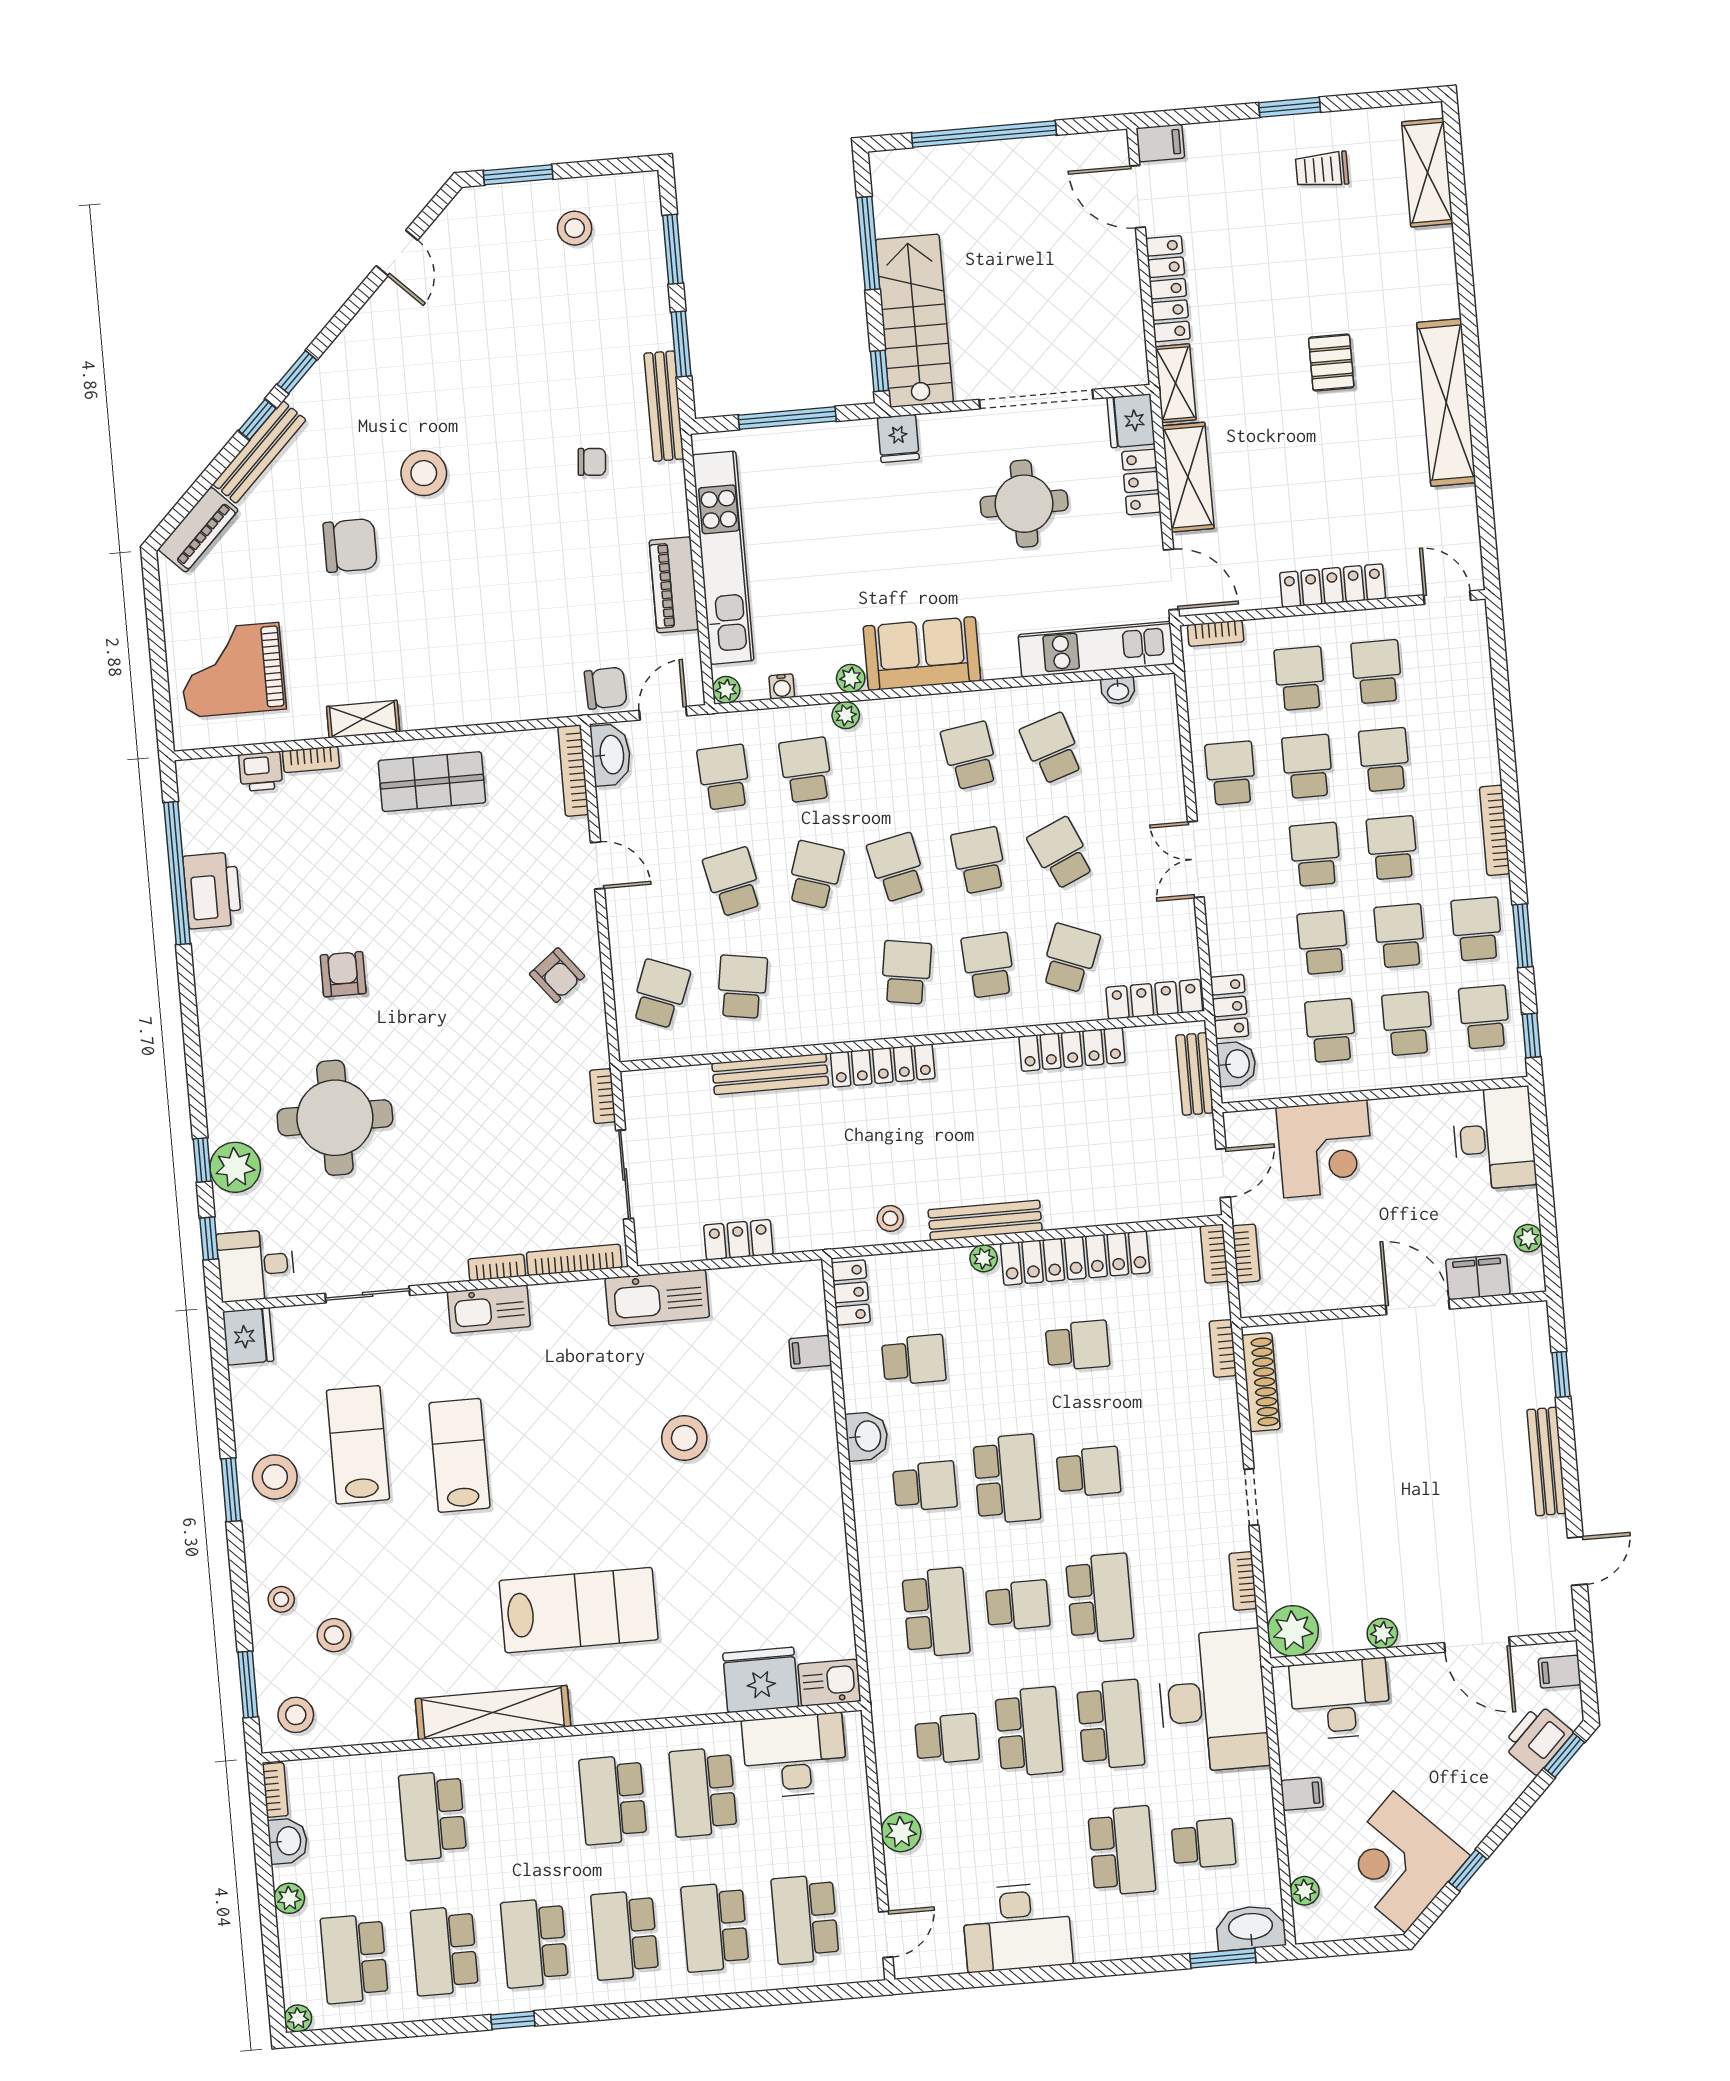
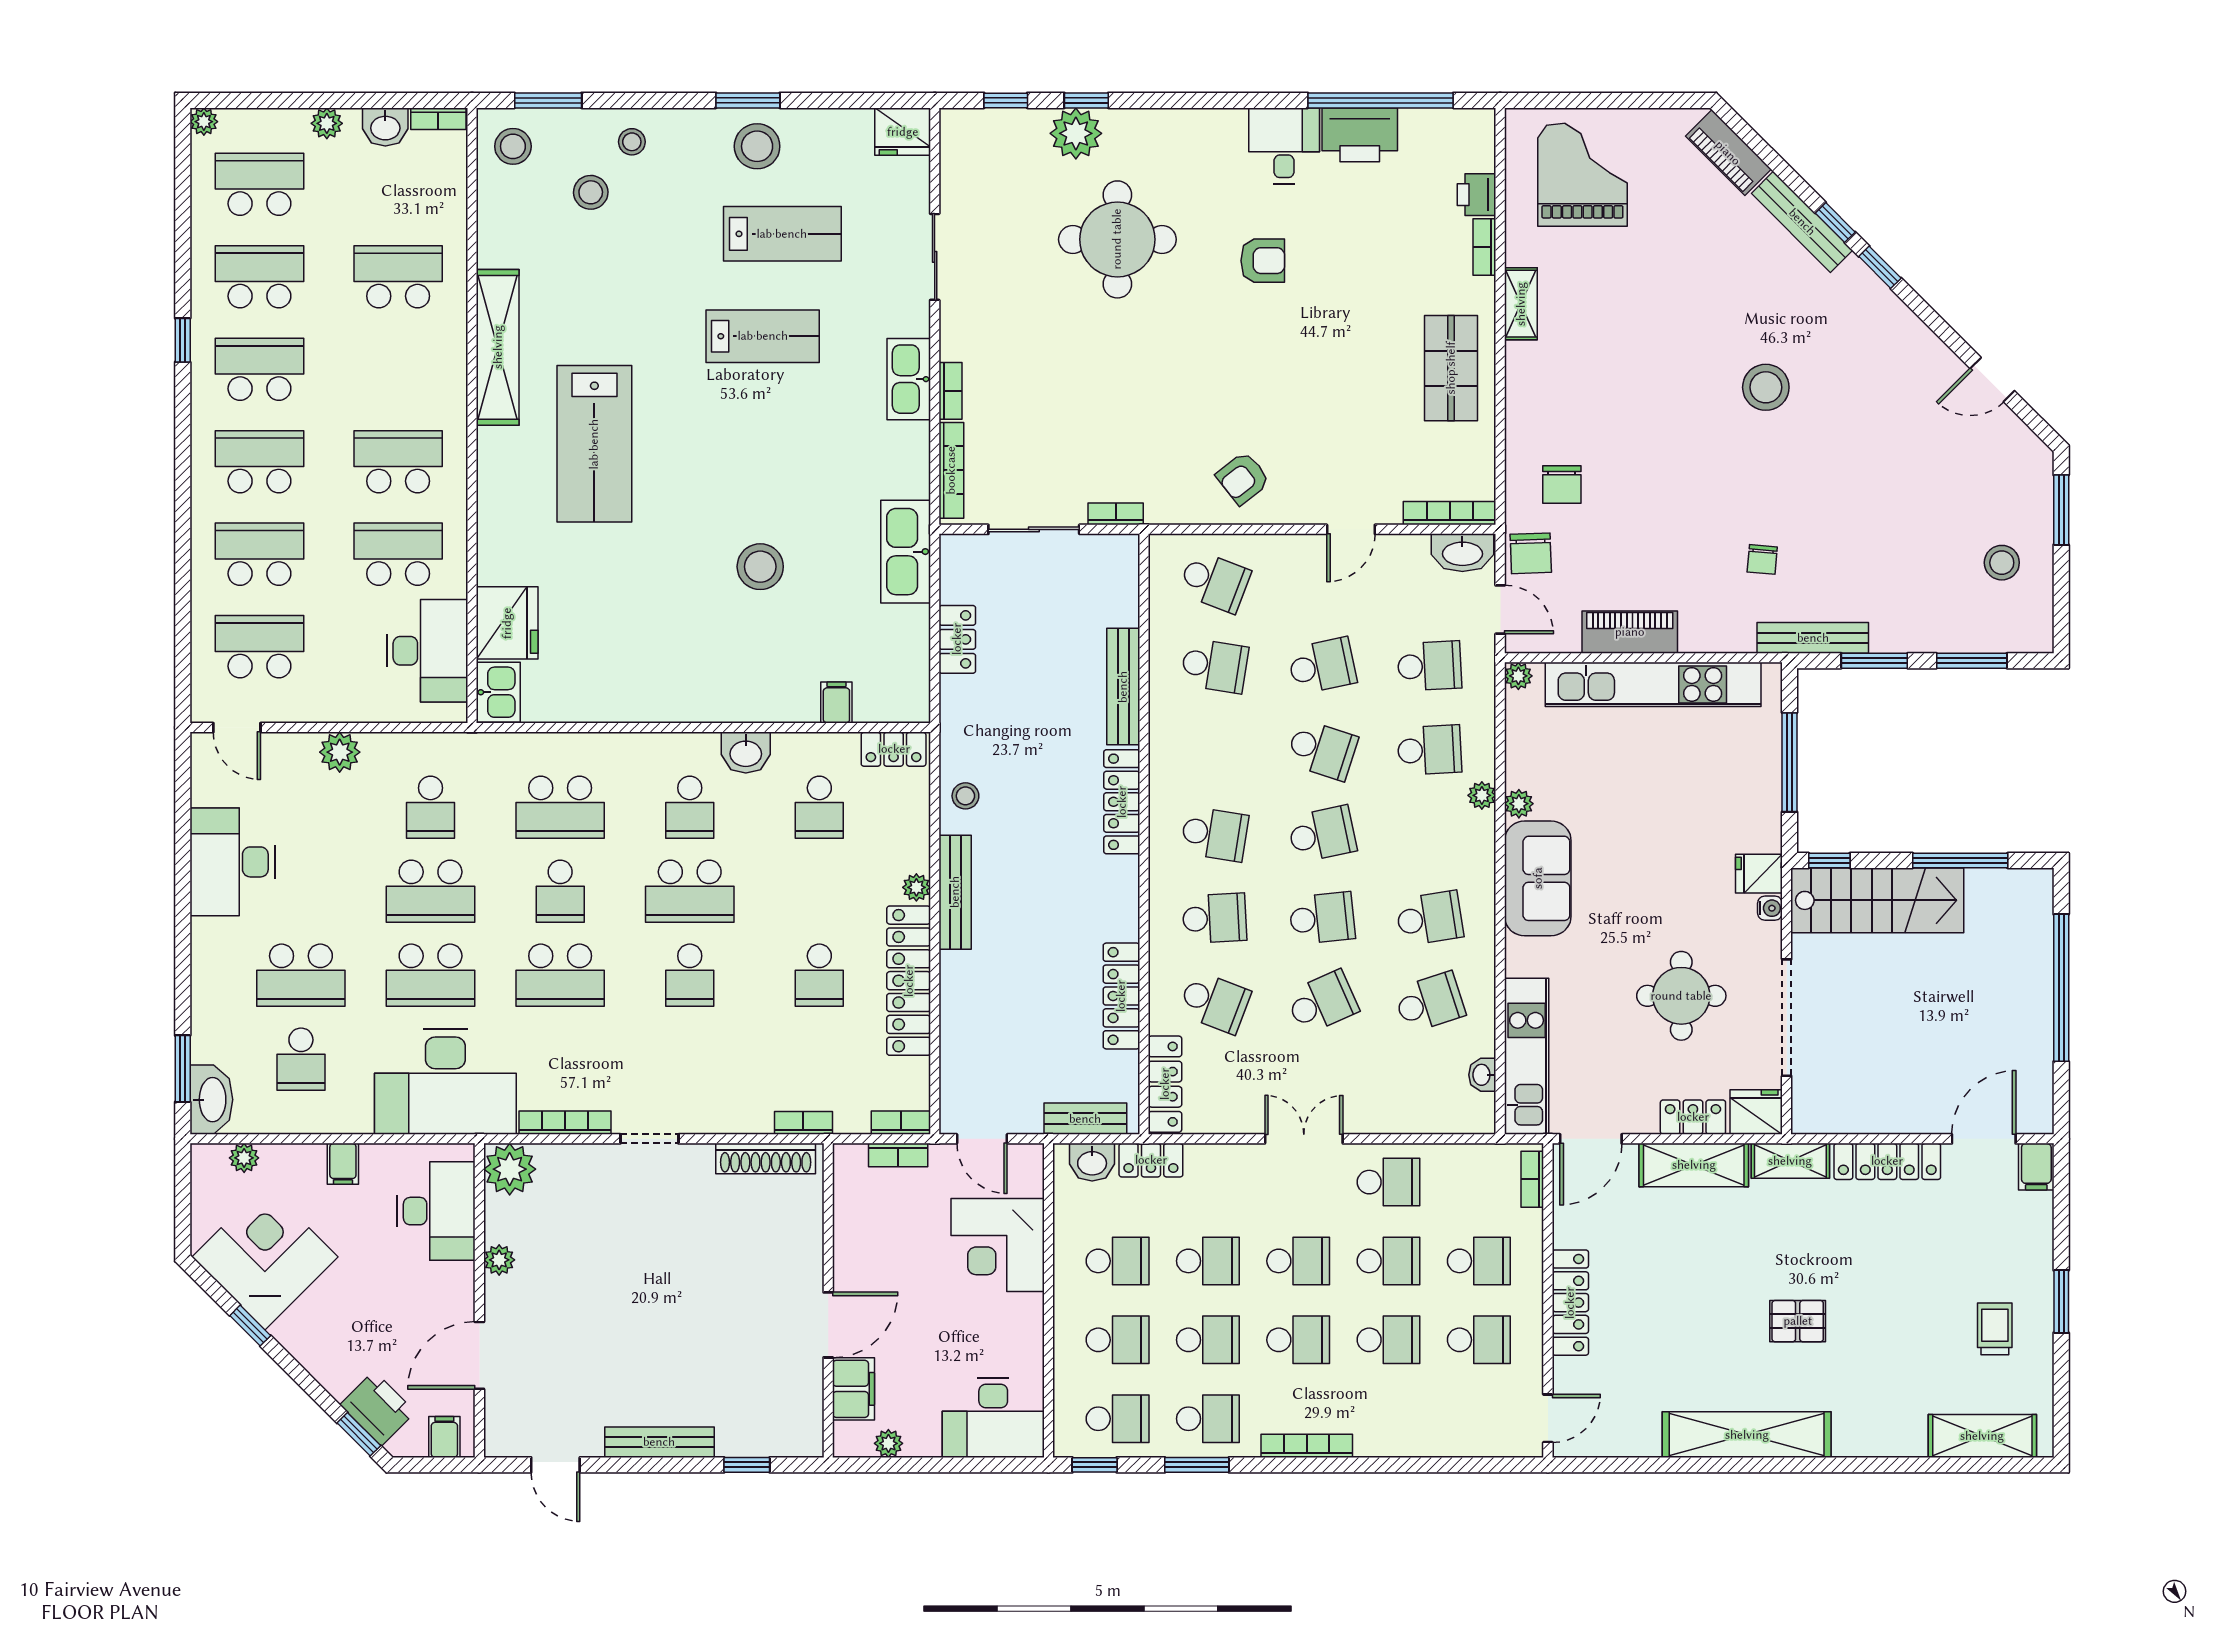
chair: (350, 546) -> (1562, 485), moved, width x0.73, depth x0.73
water cooler: (782, 686) -> (1770, 908), moved, turned 180
desk: (256, 1265) -> (1284, 146), moved
bookcase: (1243, 1581) -> (565, 1123), width x1.56

